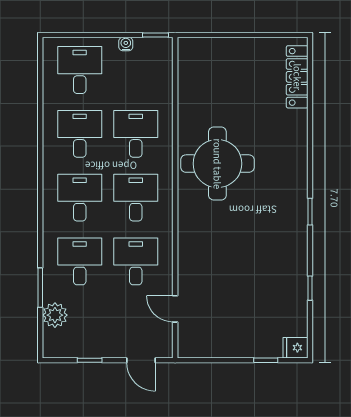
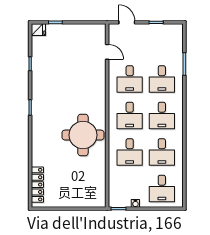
plant: (55, 315) -> (176, 48), removed

